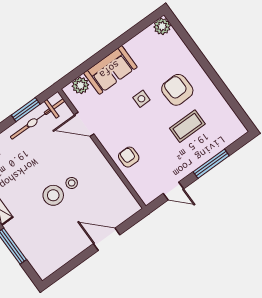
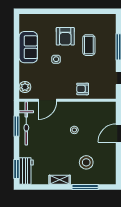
plant: (162, 26) -> (25, 20), removed
sofa: (110, 70) -> (28, 47), moved
armchair: (177, 90) -> (65, 36), turned -88
stool: (53, 195) -> (86, 162), moved

